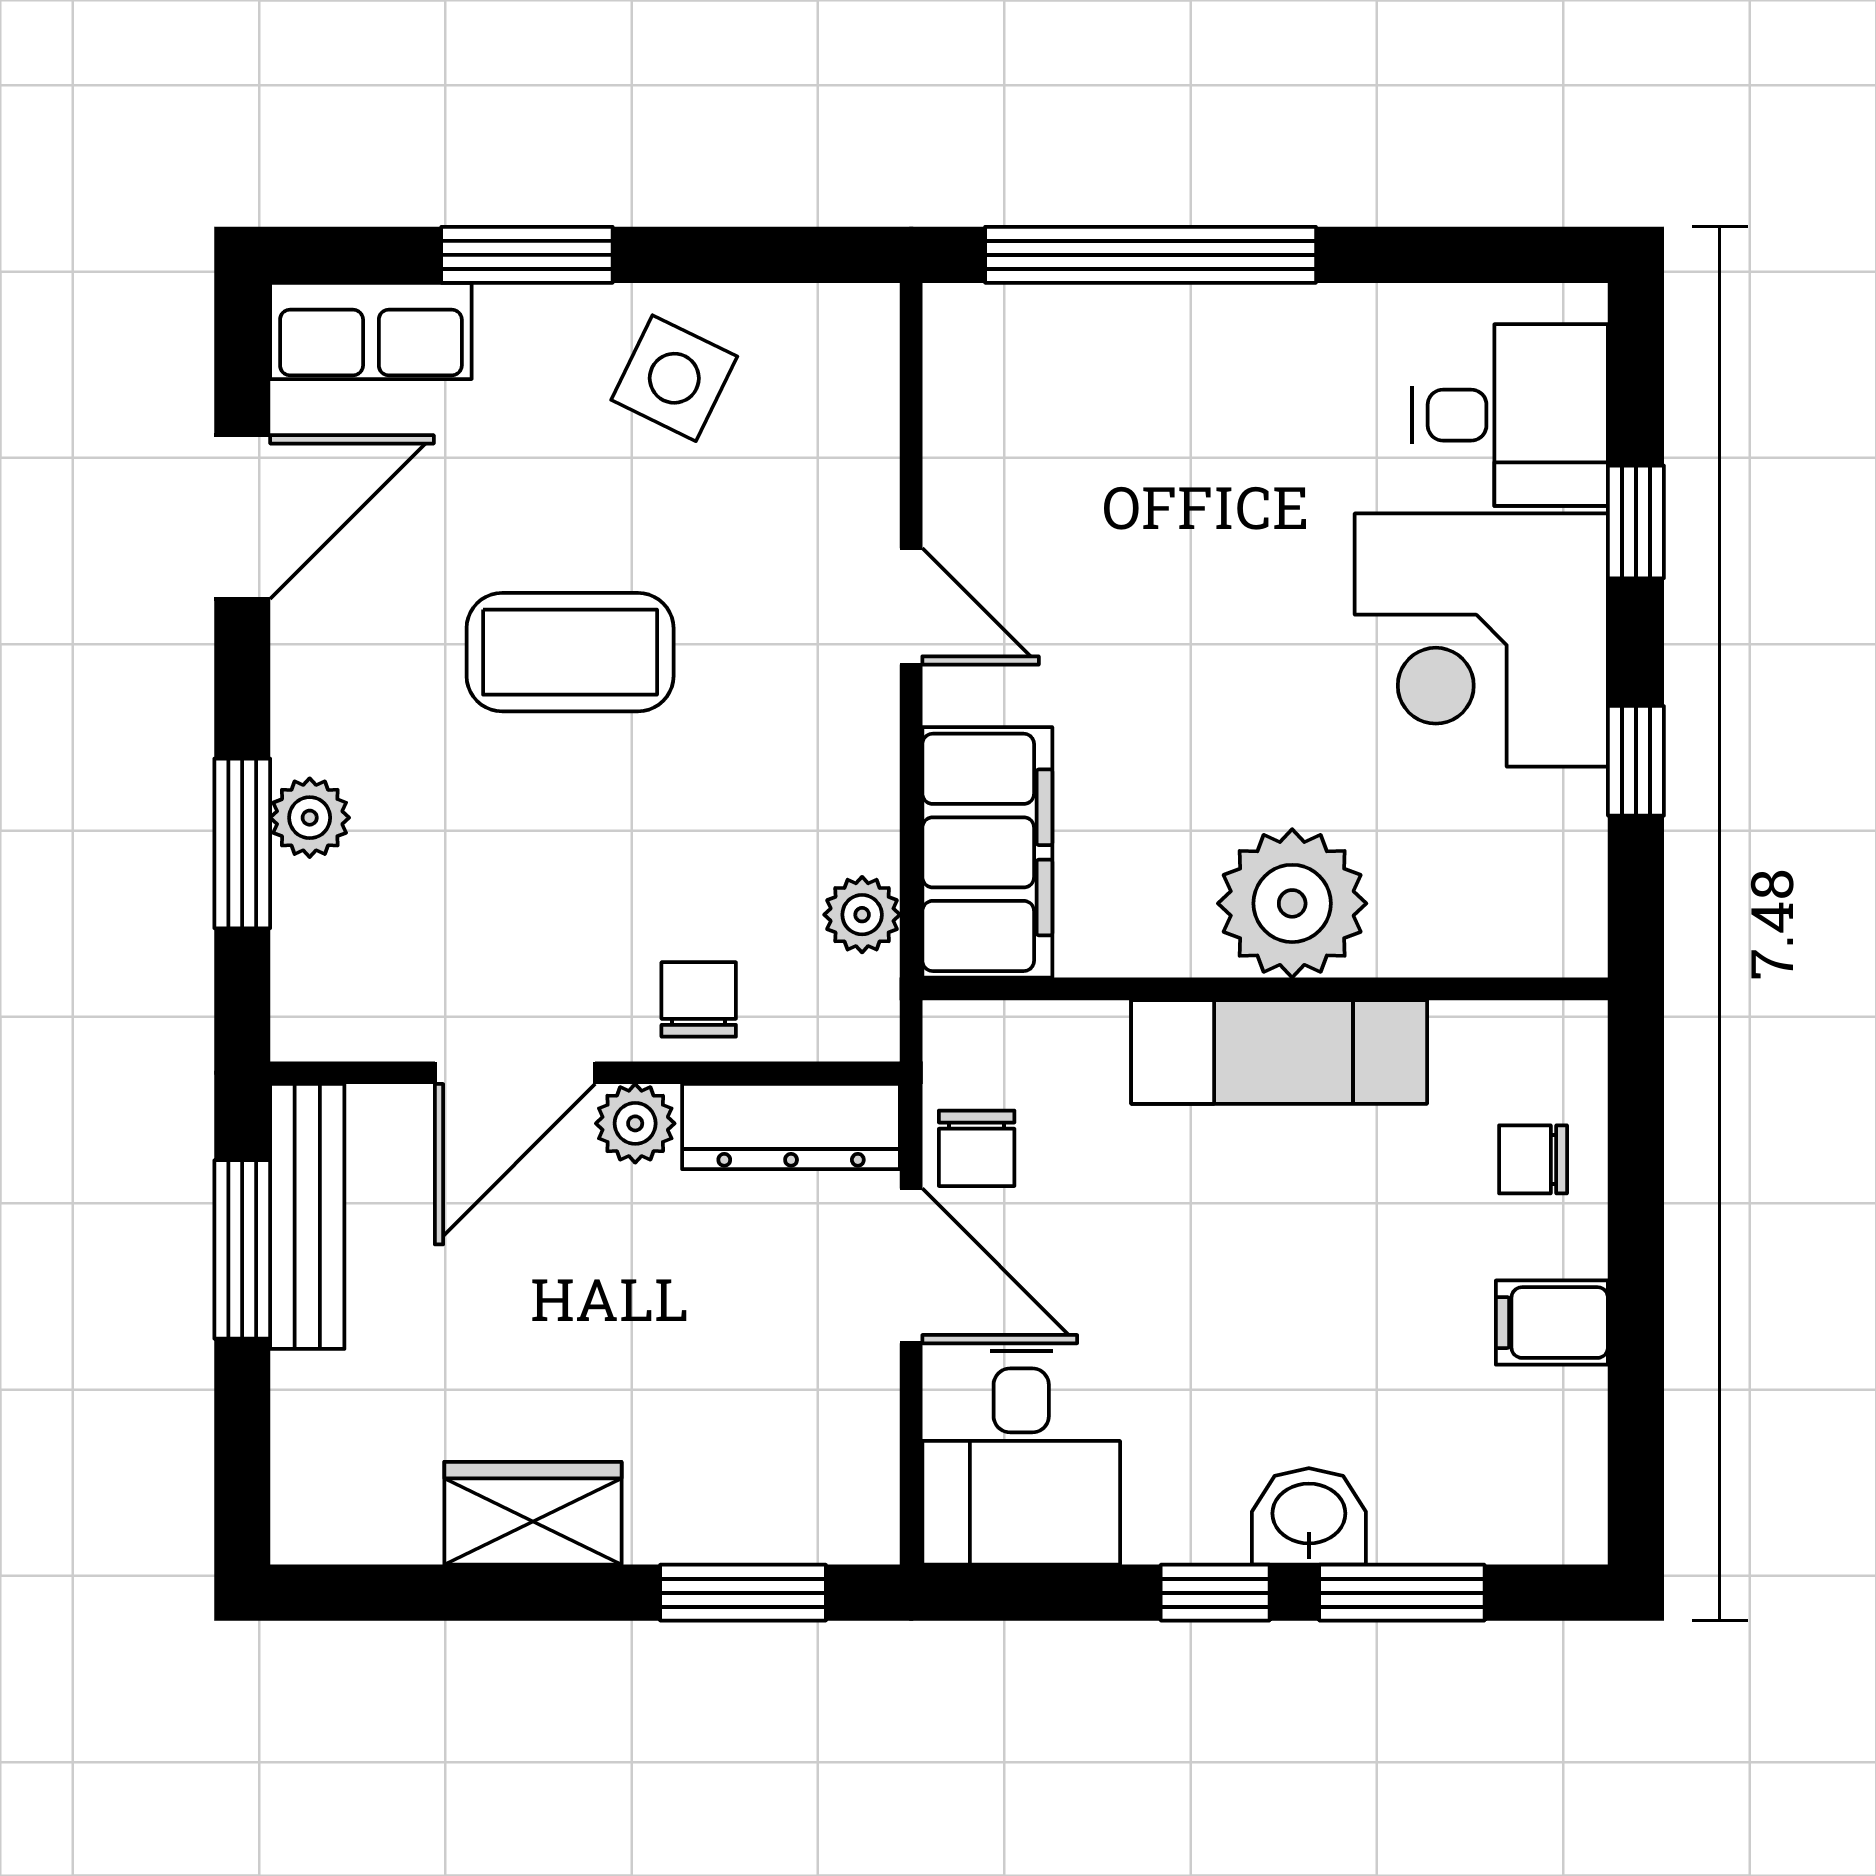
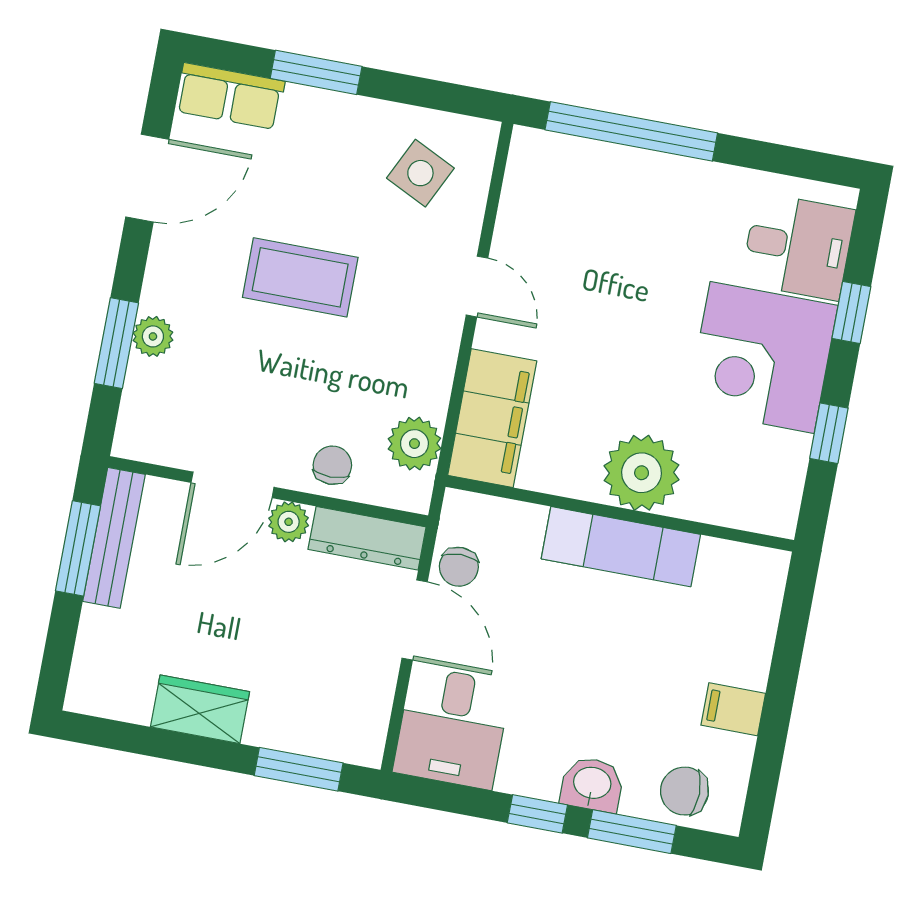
side table: (674, 378) -> (420, 173), moved
plant: (862, 915) -> (414, 444), width x1.38, depth x1.38
chair: (1533, 1159) -> (684, 791), moved, width x1.37, depth x1.37

